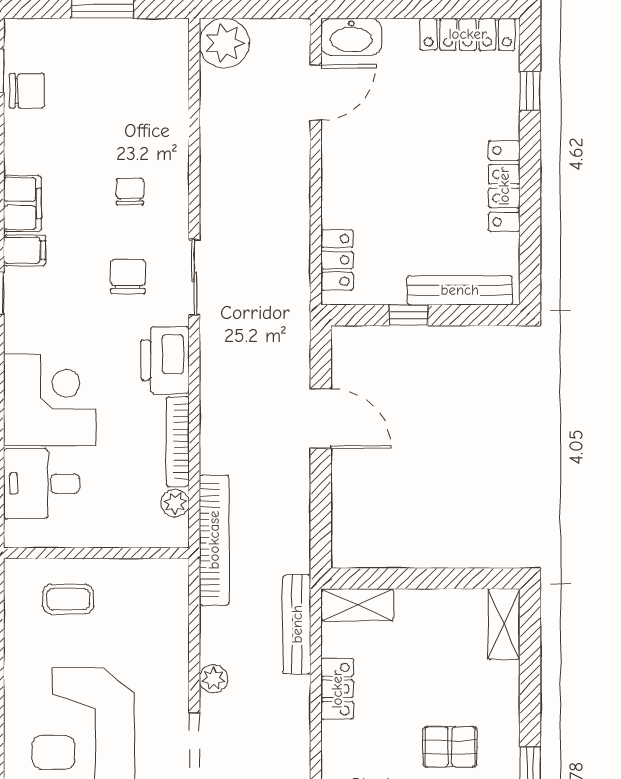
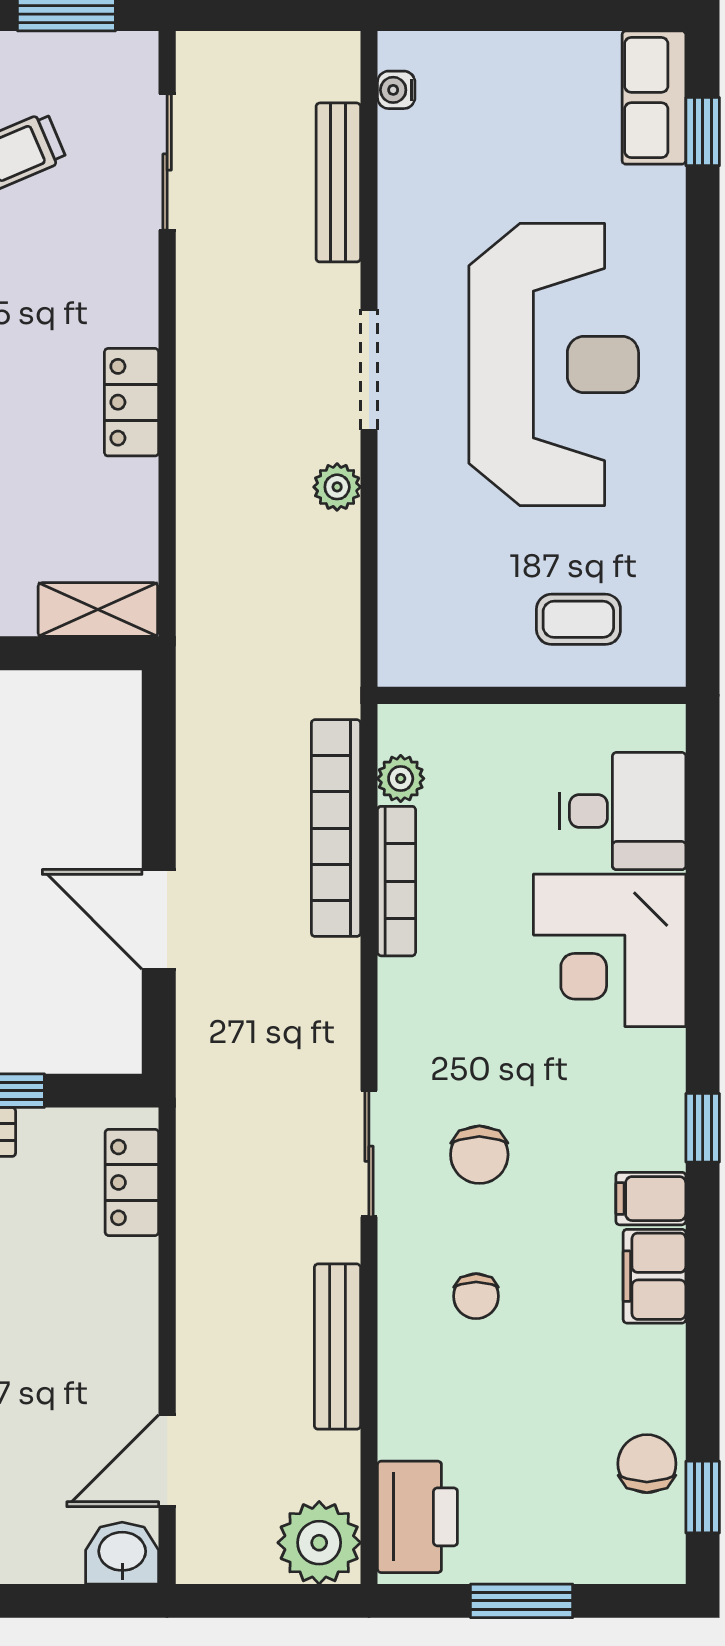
washbasin: (351, 37) -> (122, 1553), width x0.72
chair: (27, 91) -> (647, 1464), turned 90
printer: (165, 360) -> (417, 1517), moved
bookcase: (214, 540) -> (336, 828), moved
bench: (297, 624) -> (337, 1347), moved
locker: (337, 689) -> (132, 402), moved

